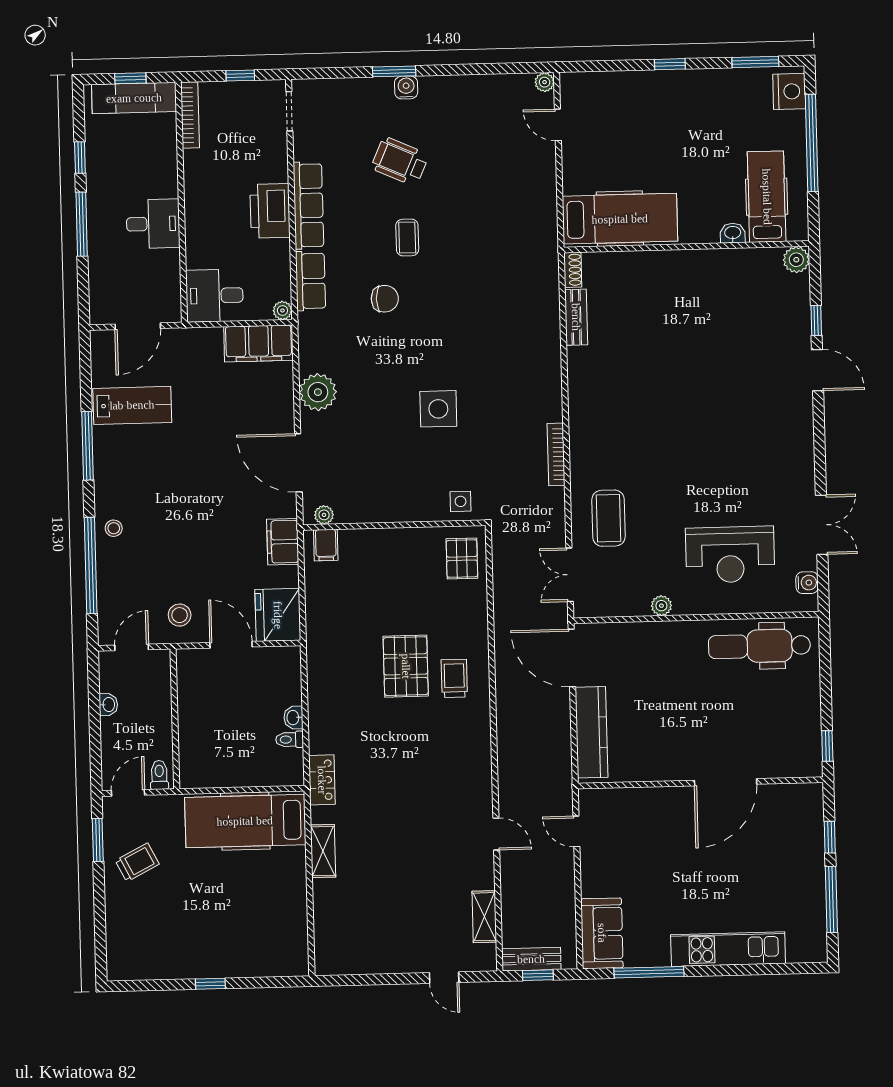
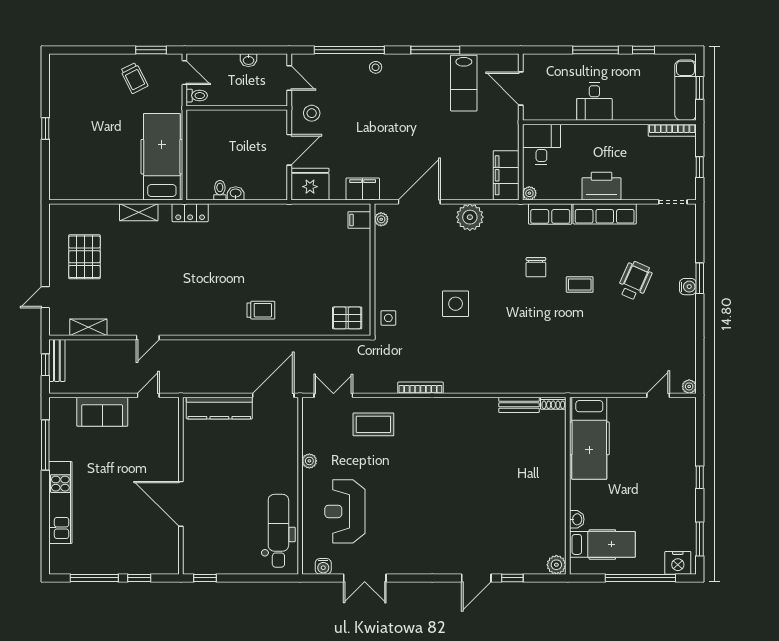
pallet: (406, 666) -> (84, 257), moved, turned 90
sofa: (602, 933) -> (102, 412), moved

